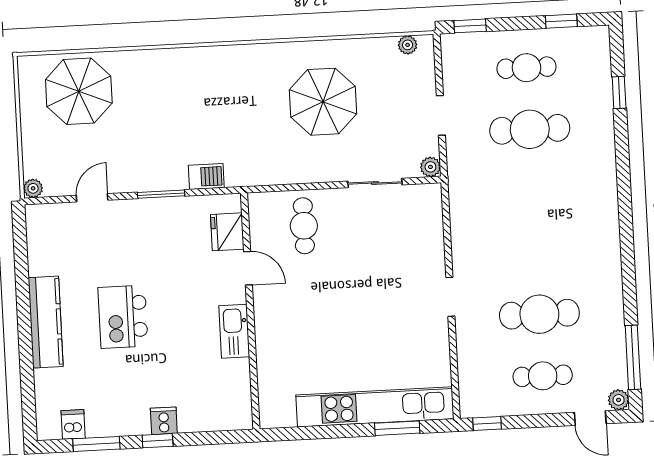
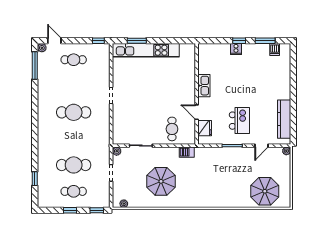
window: (561, 21) -> (70, 210), moved
barbecue: (206, 177) -> (187, 152), moved
cafe table: (539, 314) -> (74, 112), moved
kitchen island: (123, 317) -> (239, 121), moved
kitchen counter: (46, 322) -> (284, 119), moved

